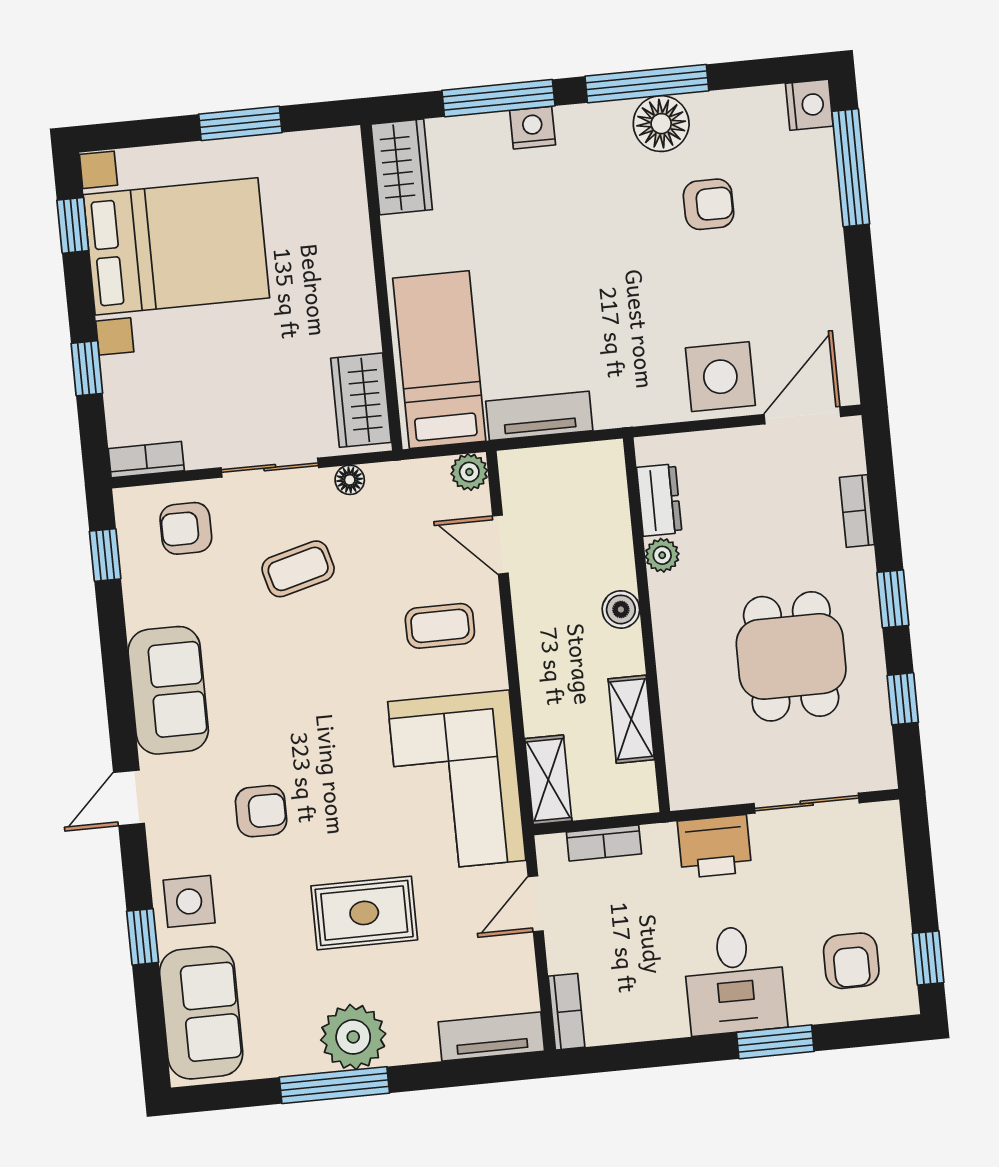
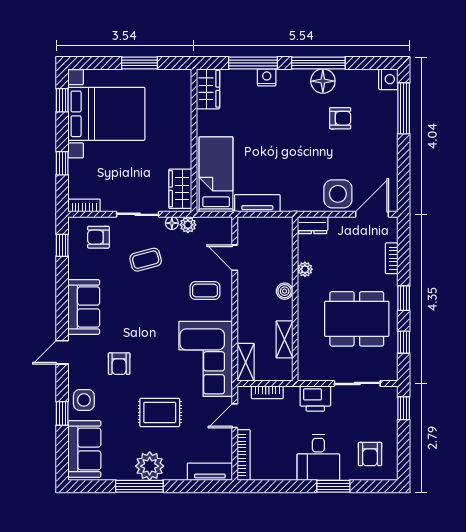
plant: (469, 472) -> (188, 225), moved
dresser: (659, 500) -> (313, 225), moved, turned 90
dining table: (791, 656) -> (357, 319), width x1.38
armchair: (261, 811) -> (119, 364), turned 90
window: (928, 958) -> (404, 408), moved
bookcase: (566, 1012) -> (244, 455), width x1.56

